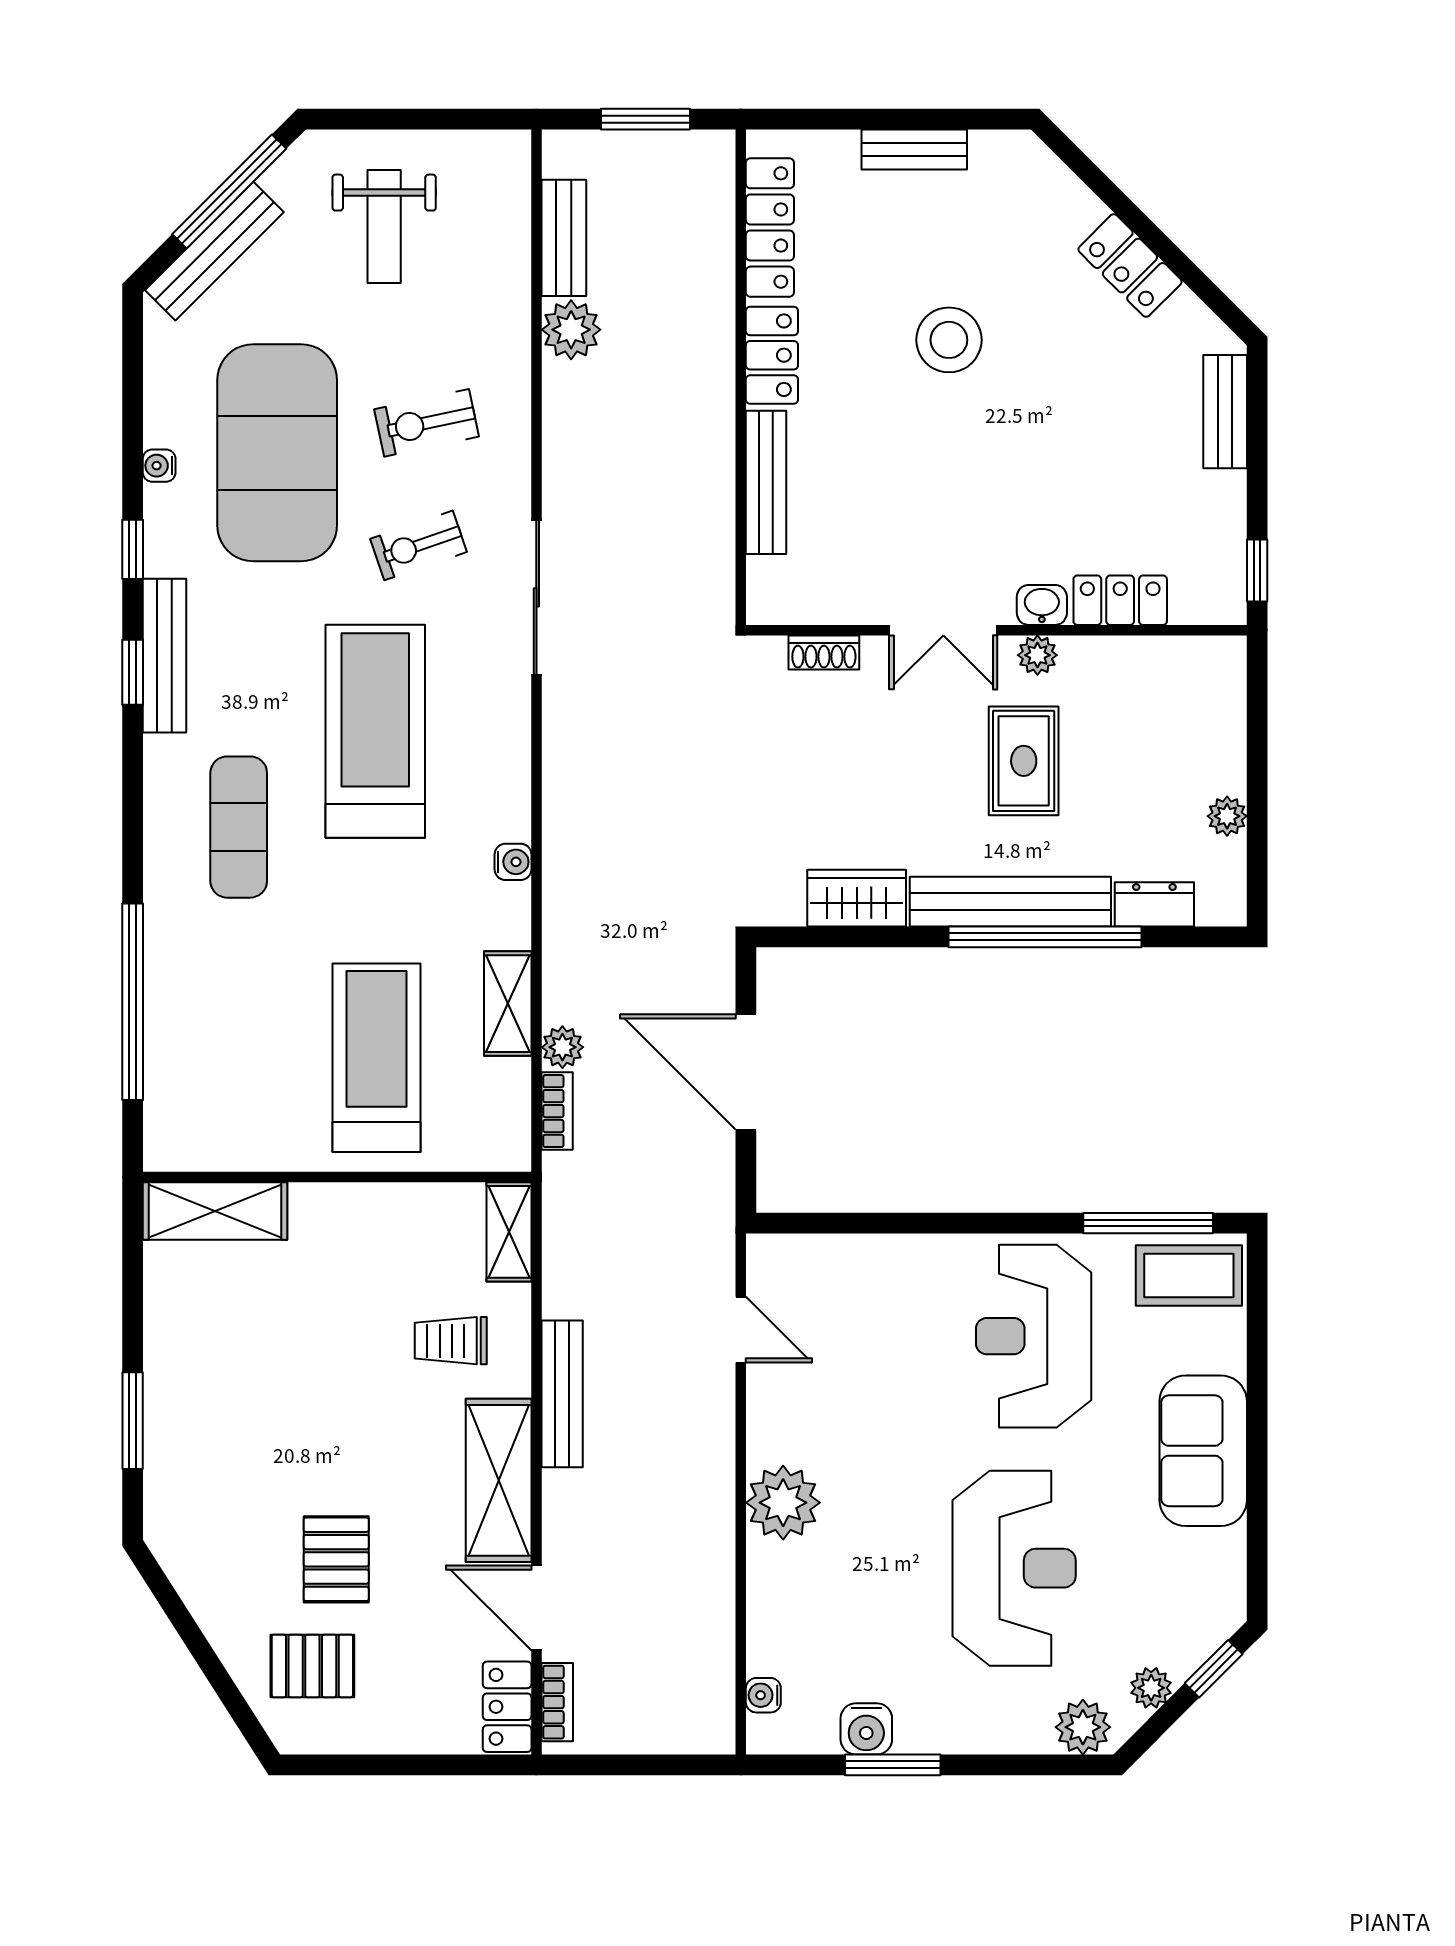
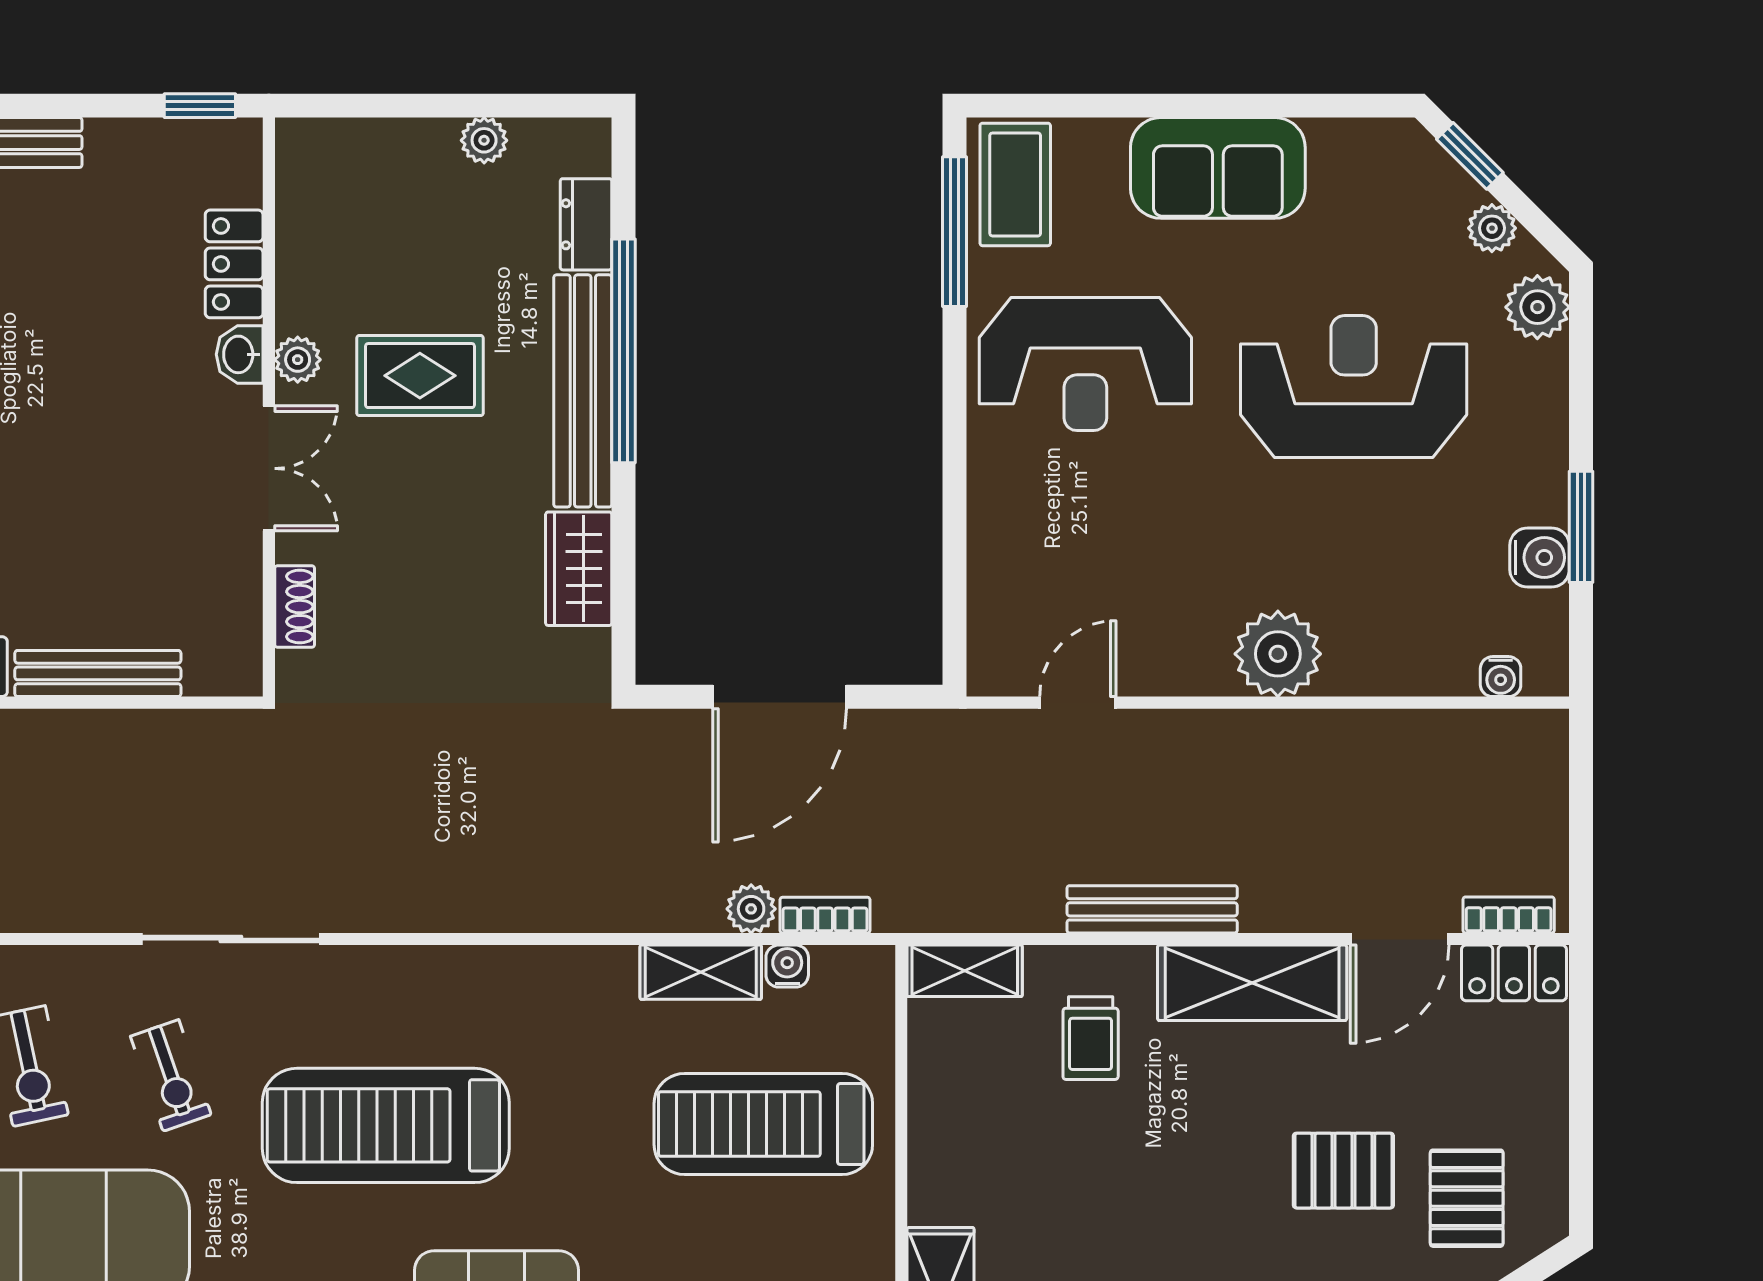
water cooler: (513, 862) -> (787, 966), moved

